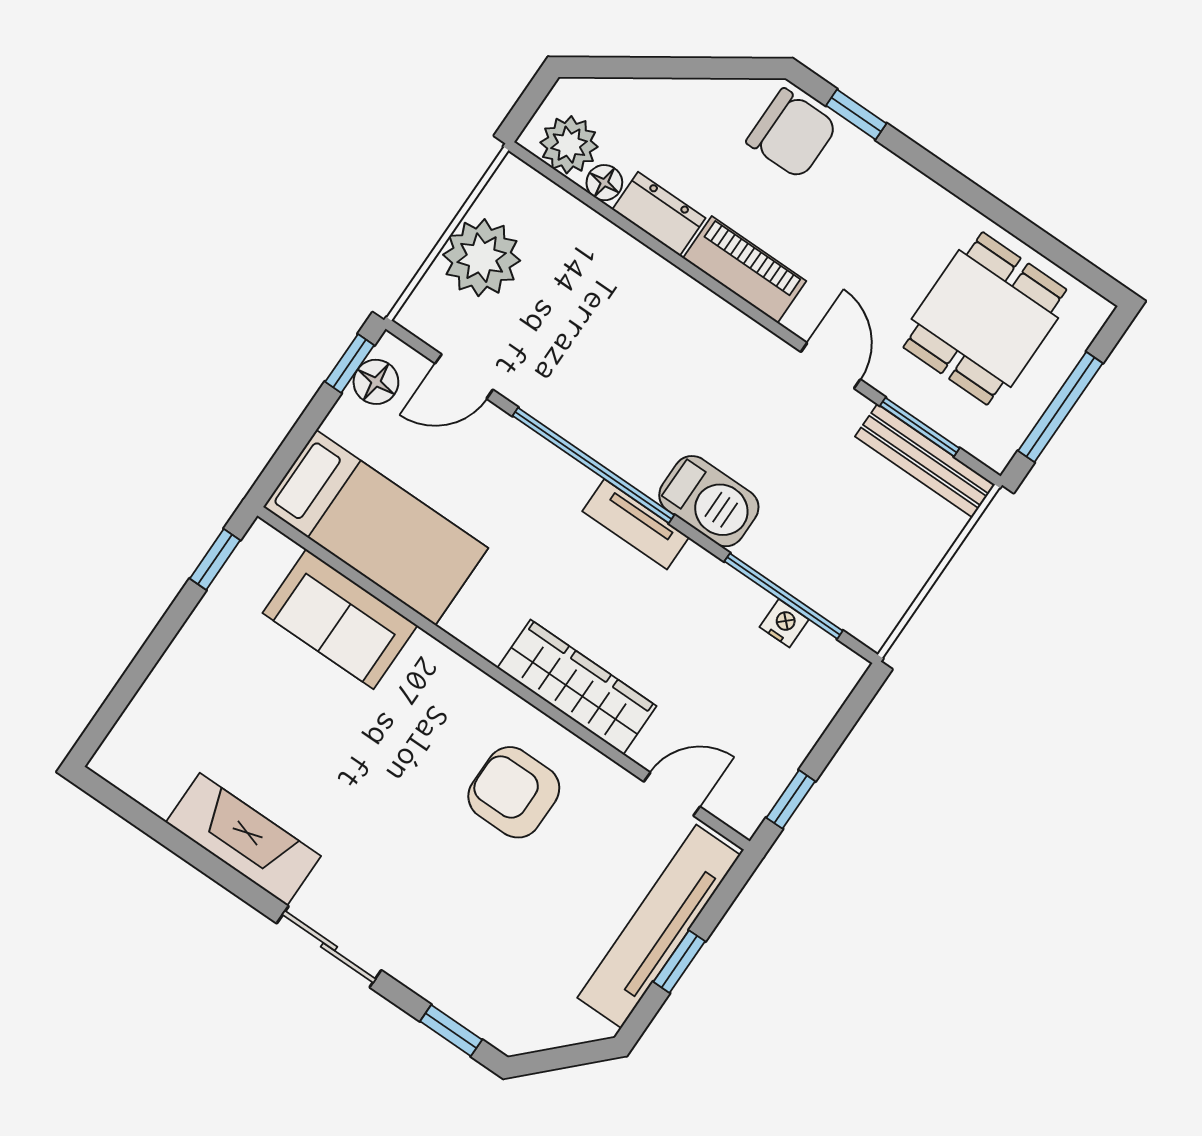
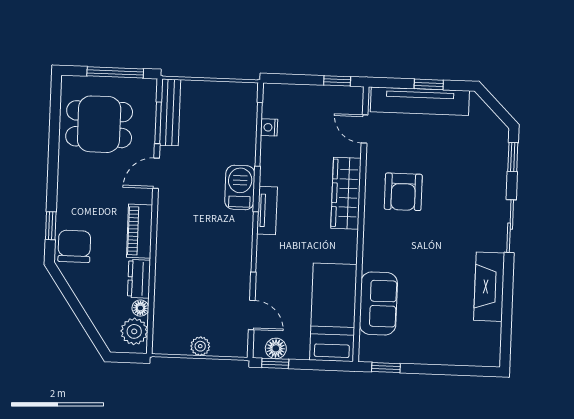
plant: (482, 258) -> (200, 346), width x0.53, depth x0.53
window: (593, 465) -> (255, 242), width x0.68

